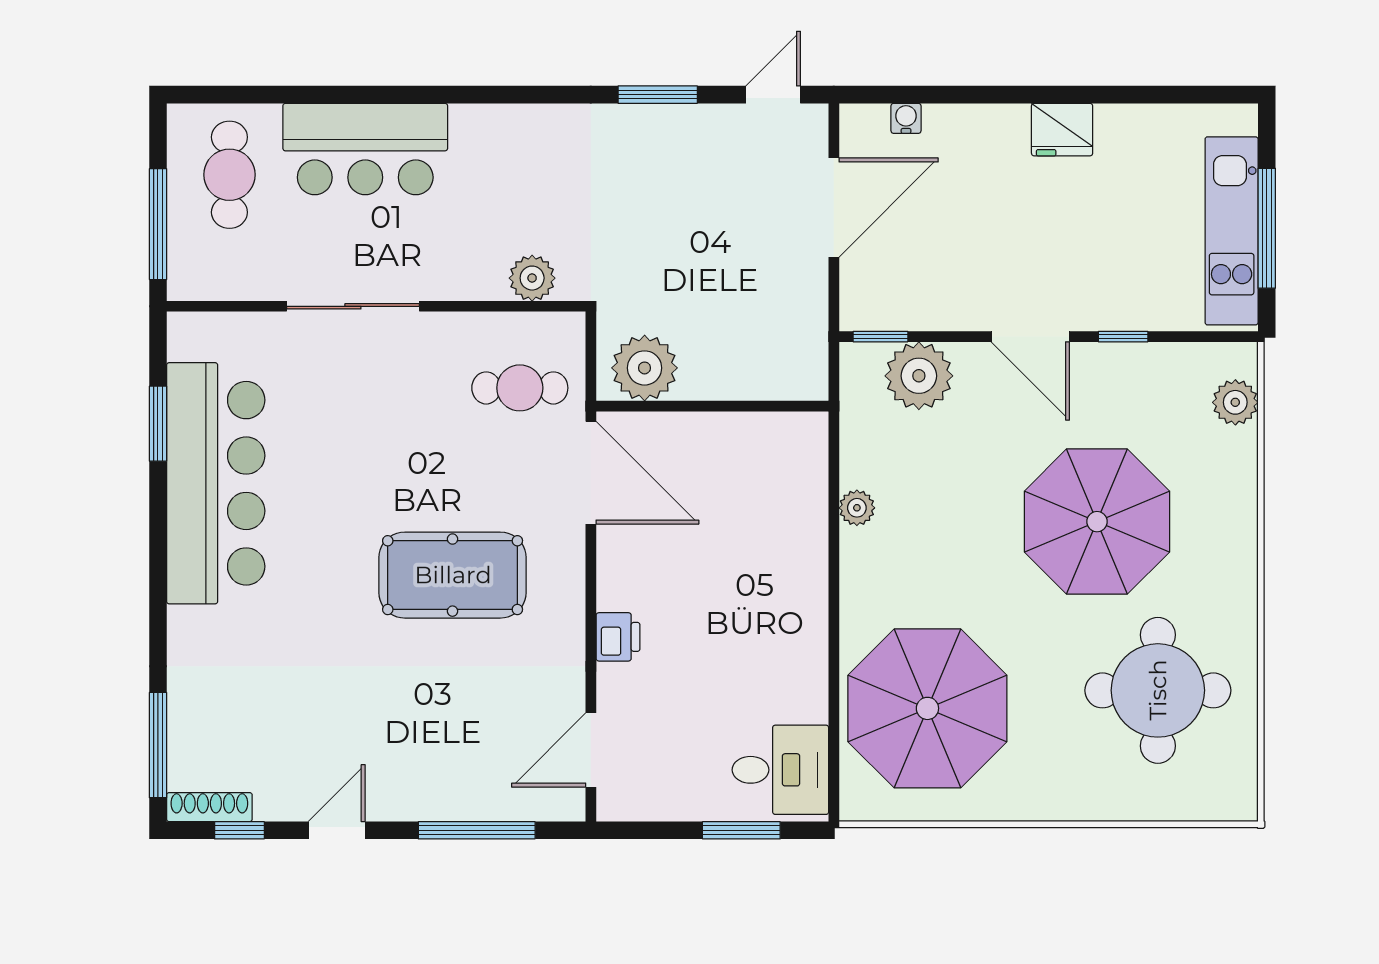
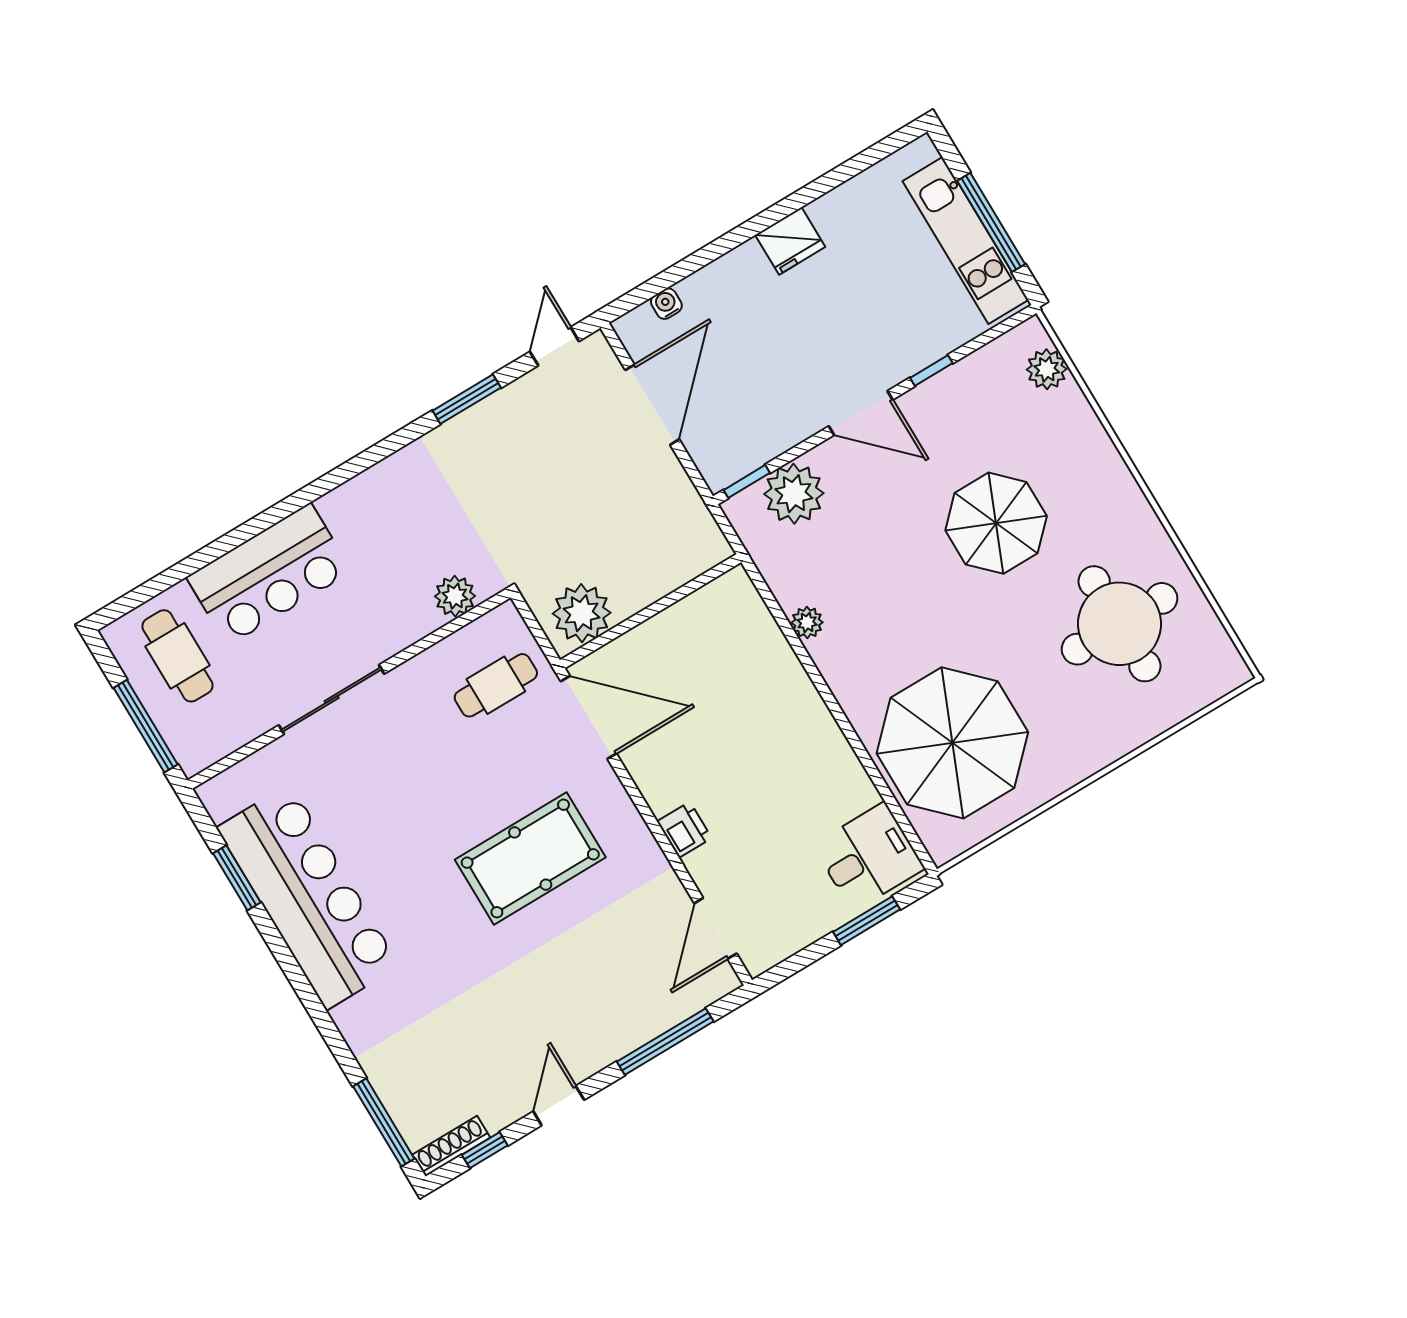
parasol: (1097, 522) -> (996, 523), width x0.73, depth x0.73

